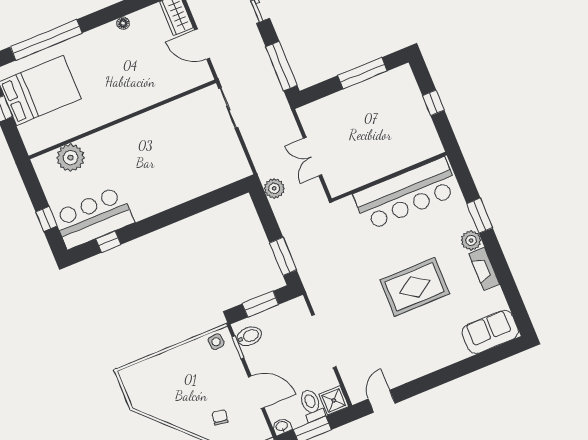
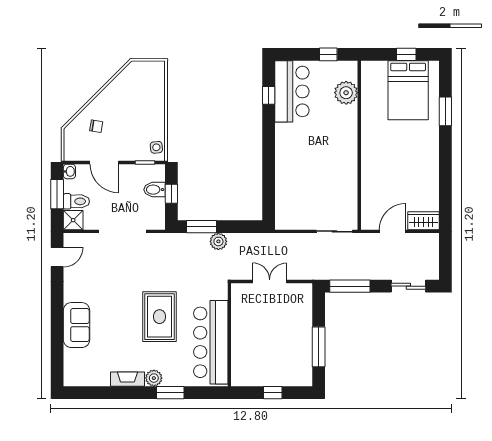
floor lamp: (123, 23) -> (434, 177), removed
window: (46, 40) -> (445, 111), width x0.47
plant: (274, 188) -> (218, 241), moved
window: (46, 219) -> (328, 54), moved
rug: (415, 287) -> (159, 317), moved
window: (260, 304) -> (171, 194), width x0.67
sofa: (490, 332) -> (77, 325), moved
bidet: (249, 336) -> (155, 190), moved, turned 90
door: (256, 392) -> (104, 162), hinge flipped
door: (382, 401) -> (57, 257), hinge flipped

